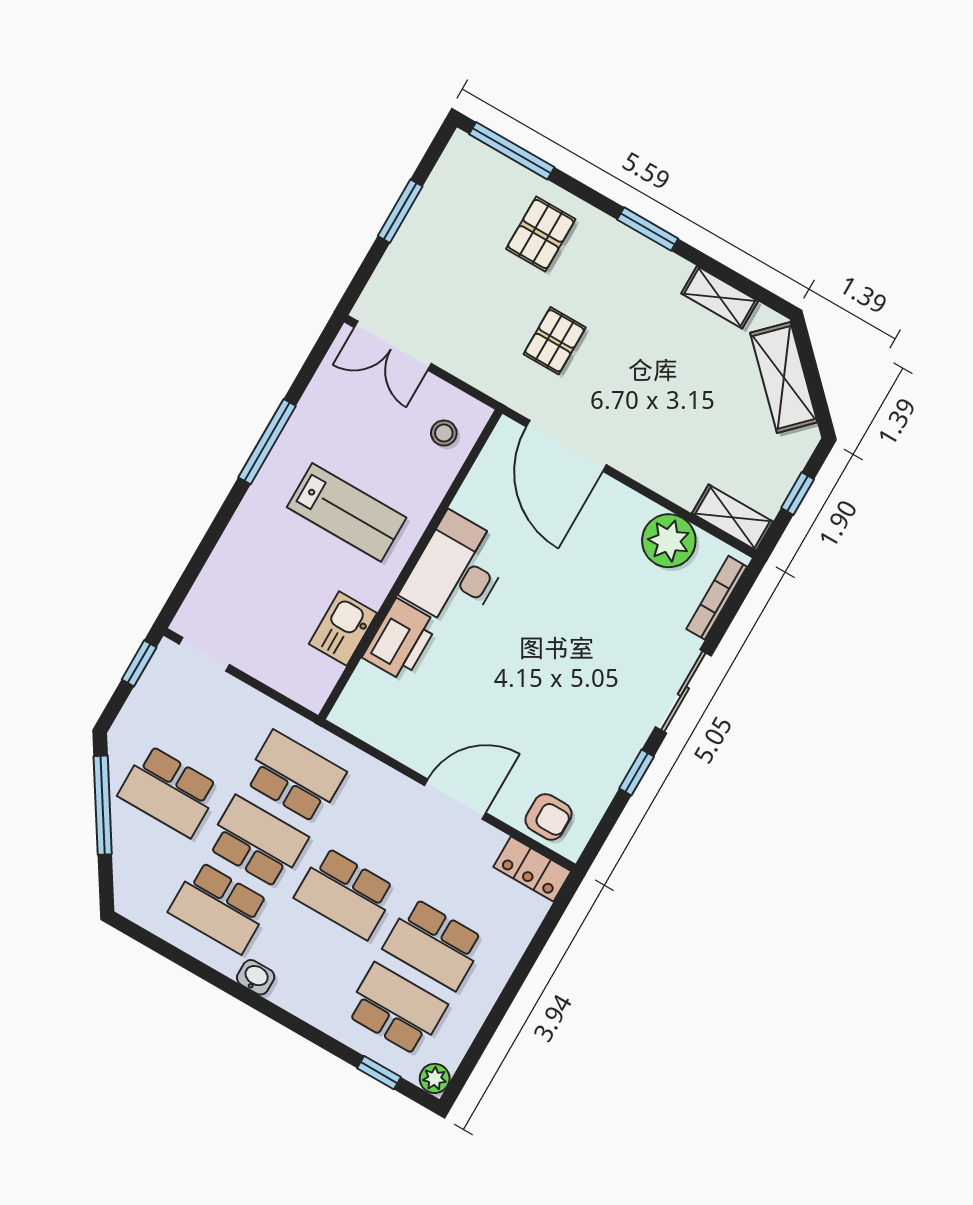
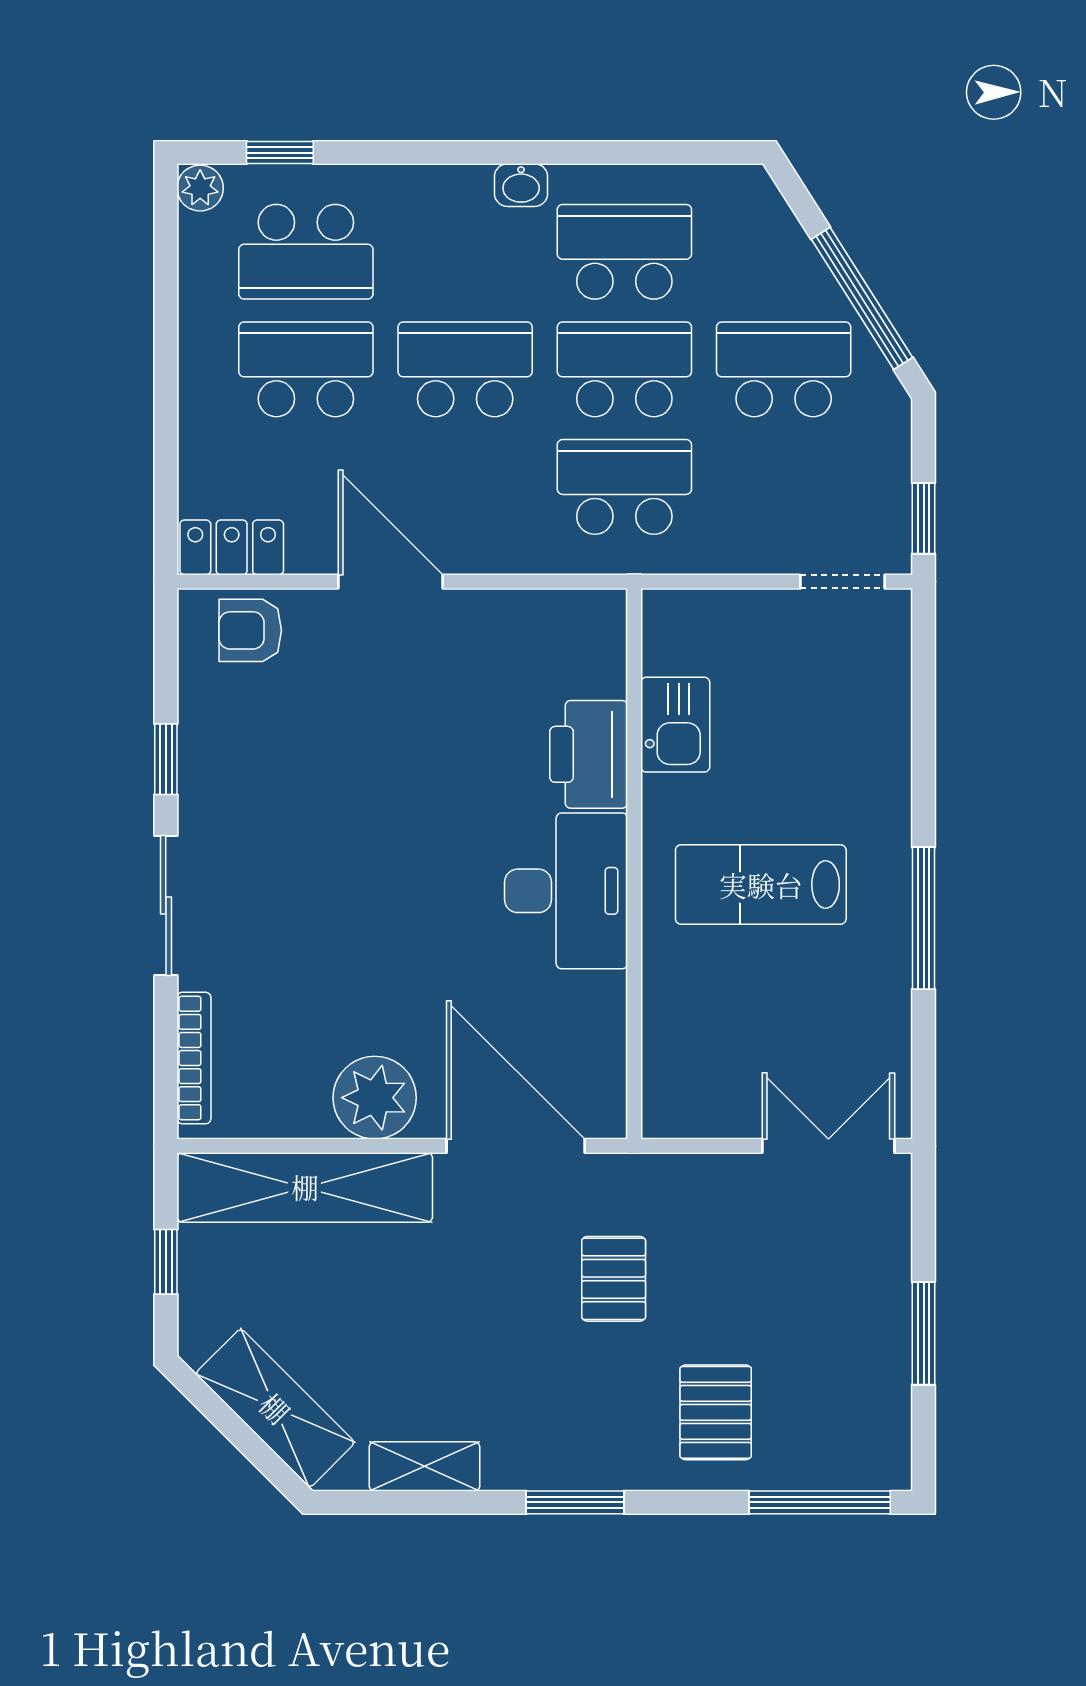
stool: (444, 433) -> (691, 1068), removed
shelving: (733, 518) -> (305, 1187), width x2.20, depth x1.33
plant: (669, 541) -> (375, 1098), moved
school desk: (295, 777) -> (624, 487), turned 180
door: (455, 799) -> (391, 582), swing flipped
school desk: (257, 842) -> (624, 369), turned 180

